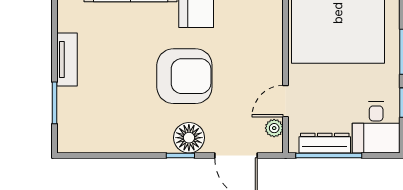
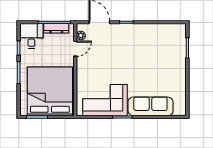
tv unit: (67, 60) -> (181, 69), removed
armchair: (184, 76) -> (124, 61), removed
floor lamp: (189, 138) -> (122, 31), removed

